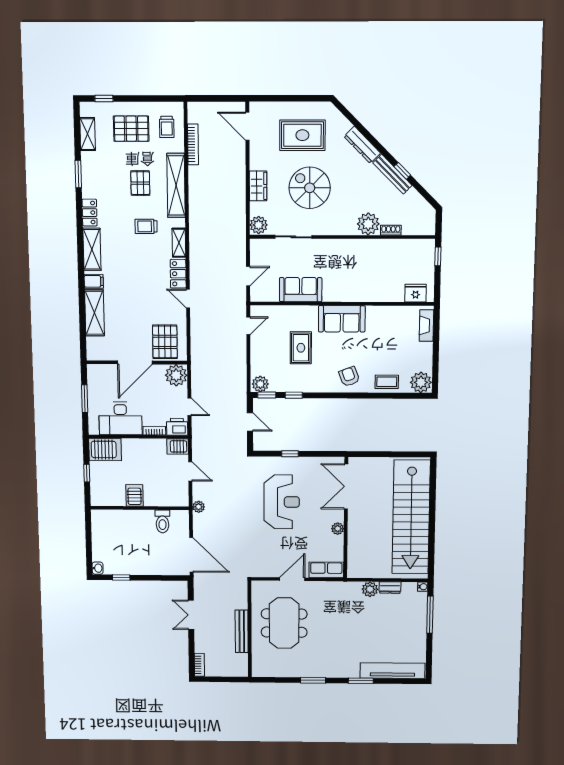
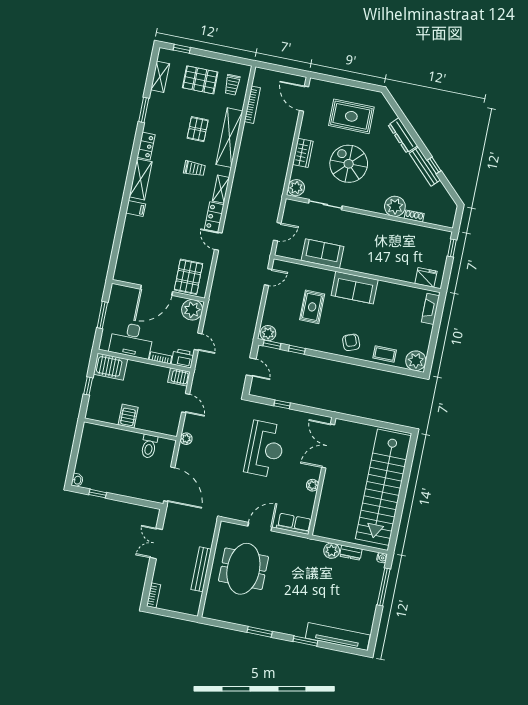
trolley: (146, 226) -> (194, 169), turned 180
shelving: (94, 313) -> (130, 237), removed

